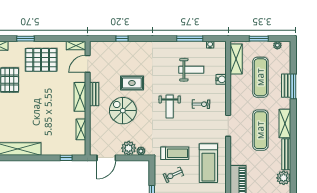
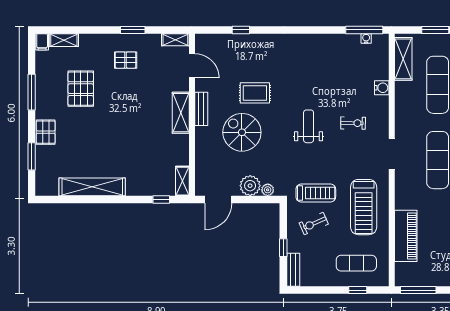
window: (25, 39) -> (133, 30), moved
window: (190, 39) -> (364, 30), moved
pallet: (41, 60) -> (126, 60), width x0.49, depth x0.50
door: (88, 64) -> (192, 66), swing flipped
weight bench: (191, 70) -> (339, 74), removed
weight bench: (170, 106) -> (309, 126), turned 180
shelving: (81, 129) -> (182, 181), moved

